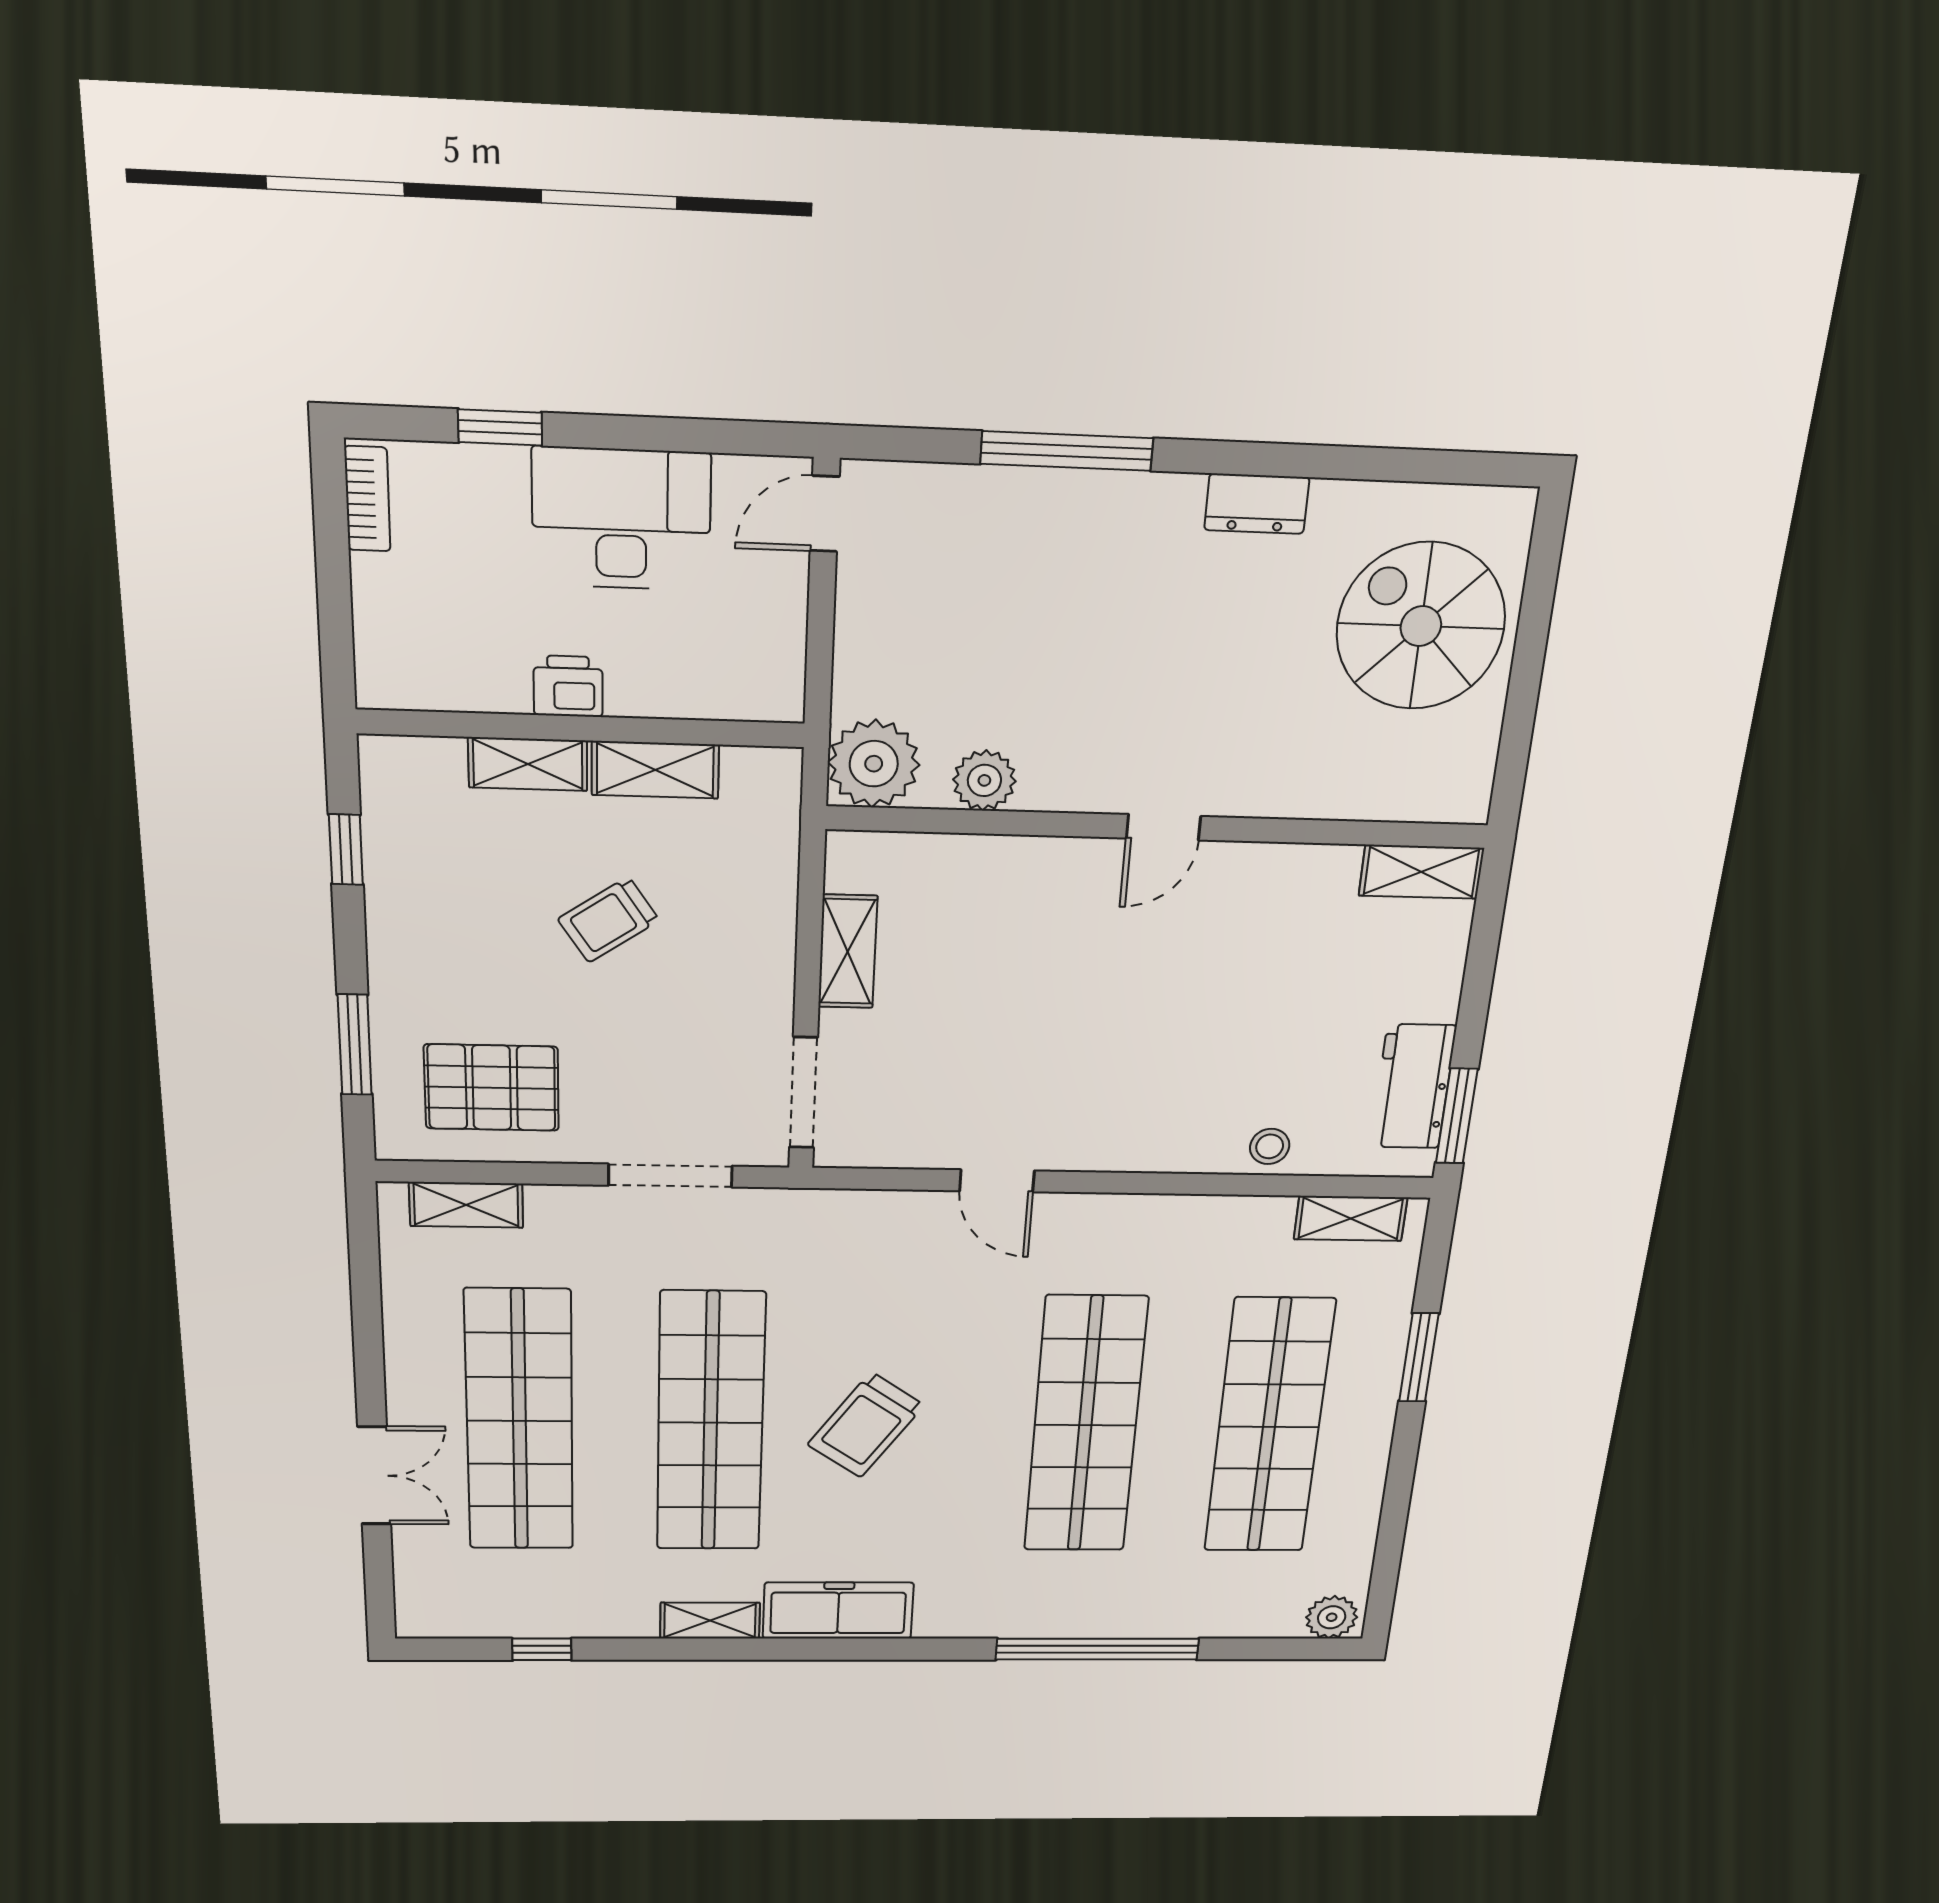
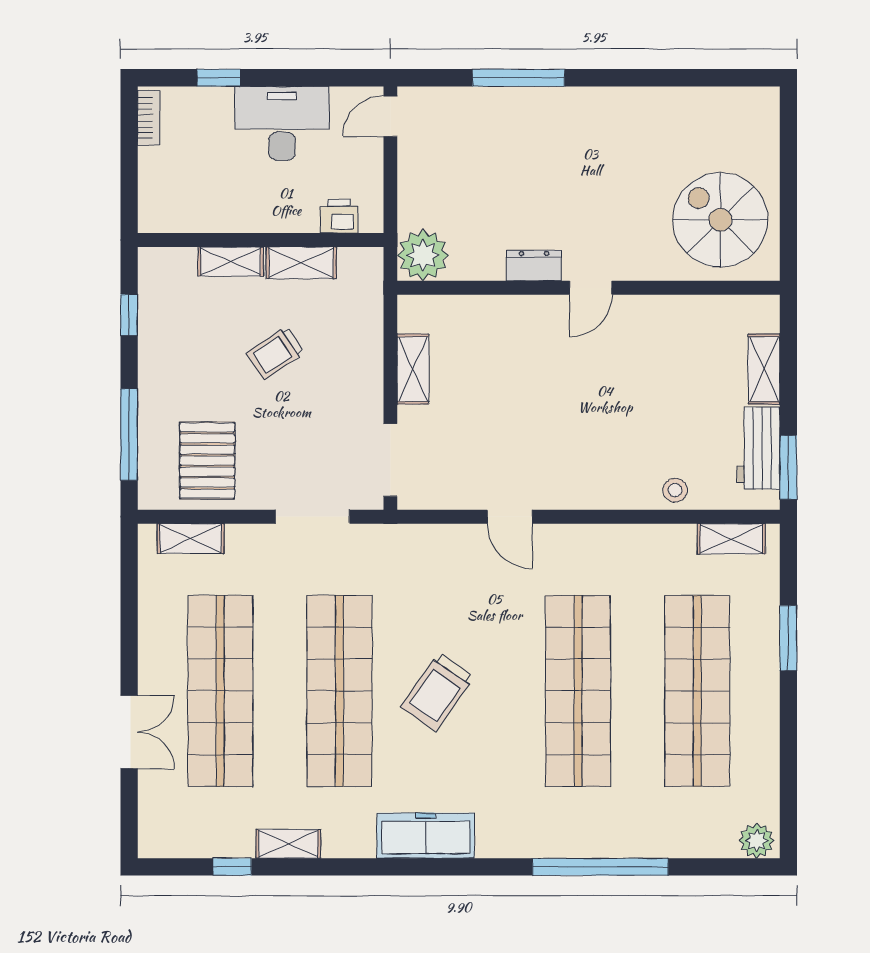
dresser: (1257, 504) -> (534, 266), moved, turned 180
spiral stairs: (1421, 626) -> (720, 220), moved
printer: (568, 686) -> (339, 216), moved
plant: (984, 780) -> (486, 263), removed
shelving: (1421, 872) -> (764, 369), moved, turned 90
window: (355, 1045) -> (129, 435), width x1.44
pallet: (492, 1088) -> (207, 461), turned 90
shelving: (710, 1621) -> (288, 844), moved

